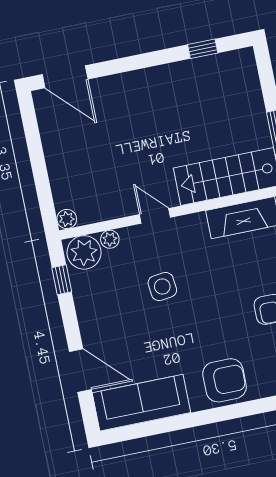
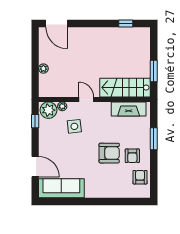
plant: (67, 219) -> (43, 69), moved
side table: (162, 287) -> (74, 126), moved
armchair: (225, 380) -> (109, 153), moved

